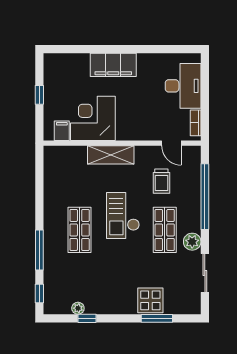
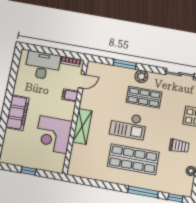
filing cabinet: (62, 131) -> (70, 95), moved
trolley: (161, 181) -> (179, 146), moved
window: (205, 197) -> (125, 64), width x0.47
shop shelf: (80, 230) -> (133, 159), width x1.43, depth x1.36
plant: (192, 242) -> (141, 76), moved

